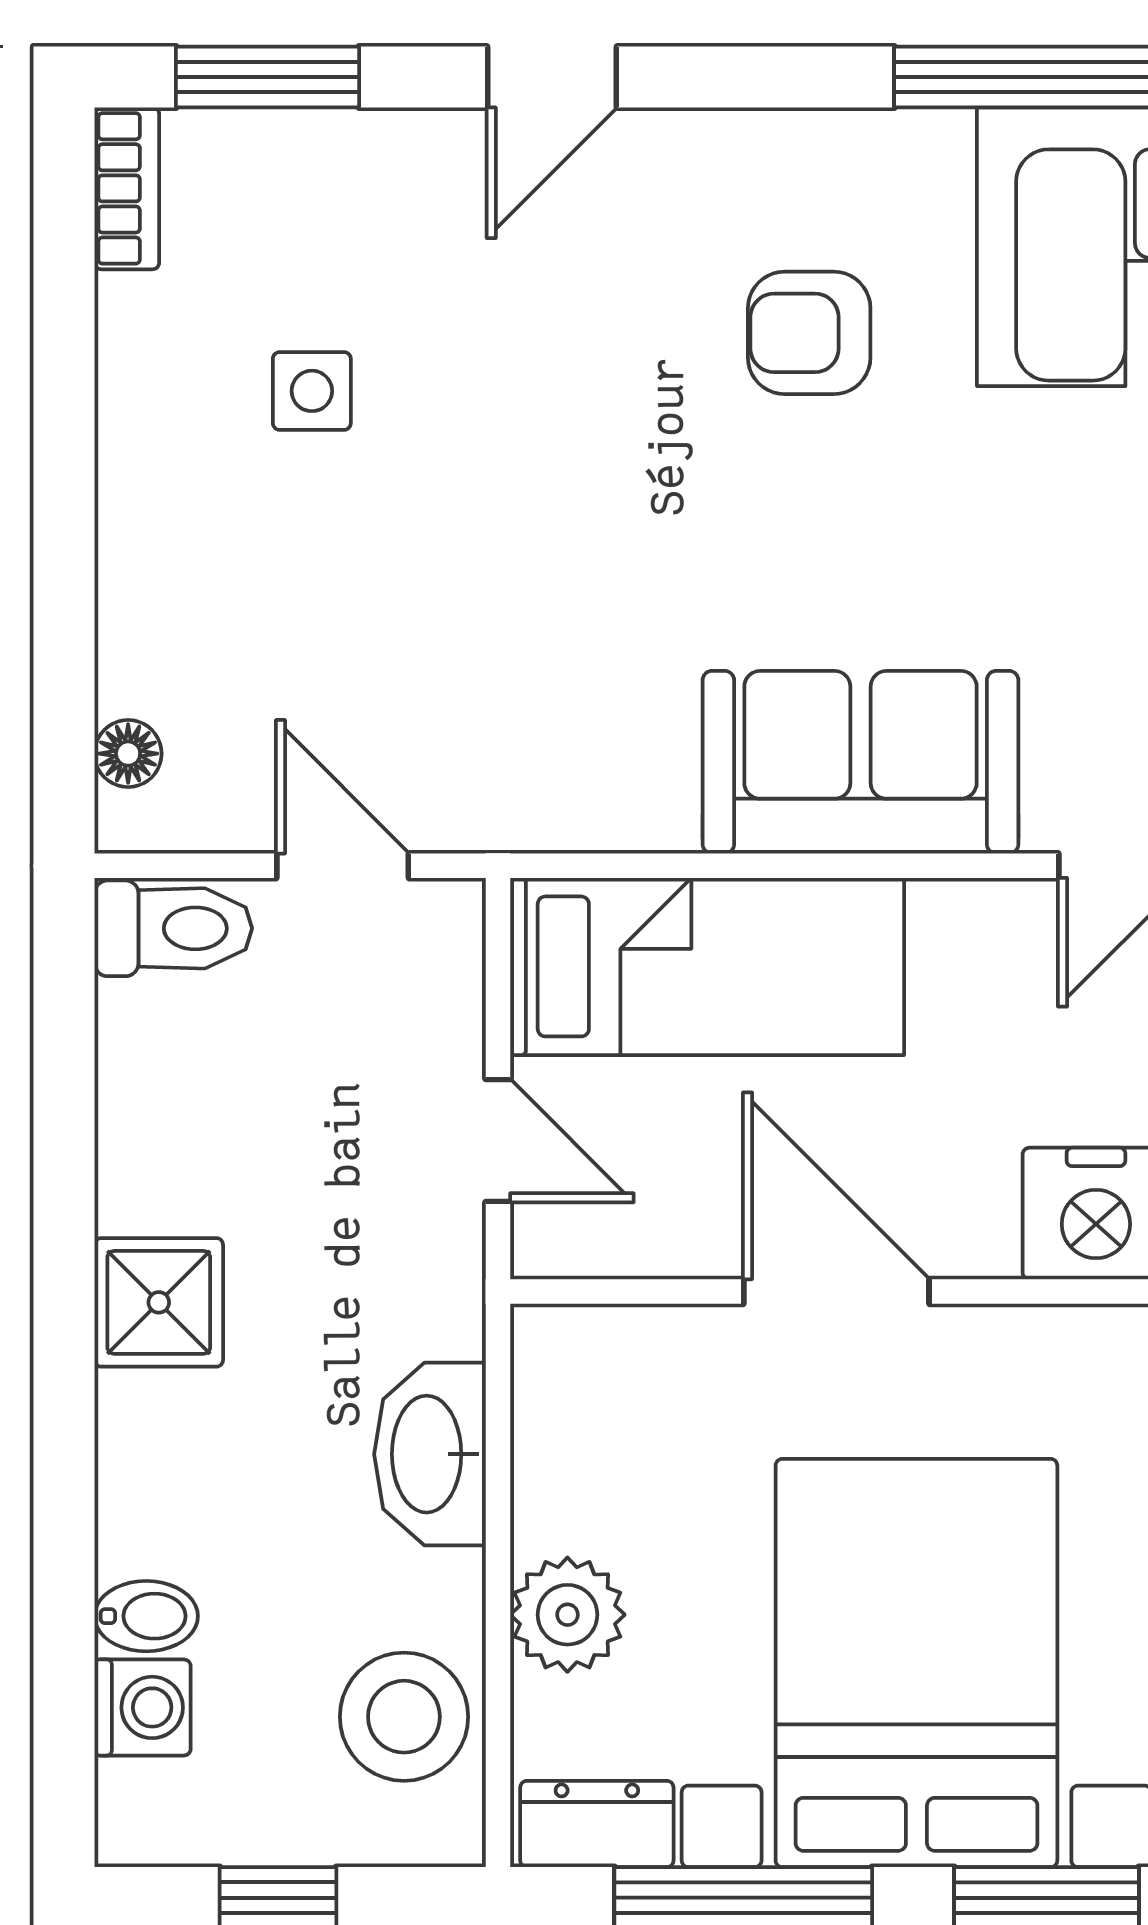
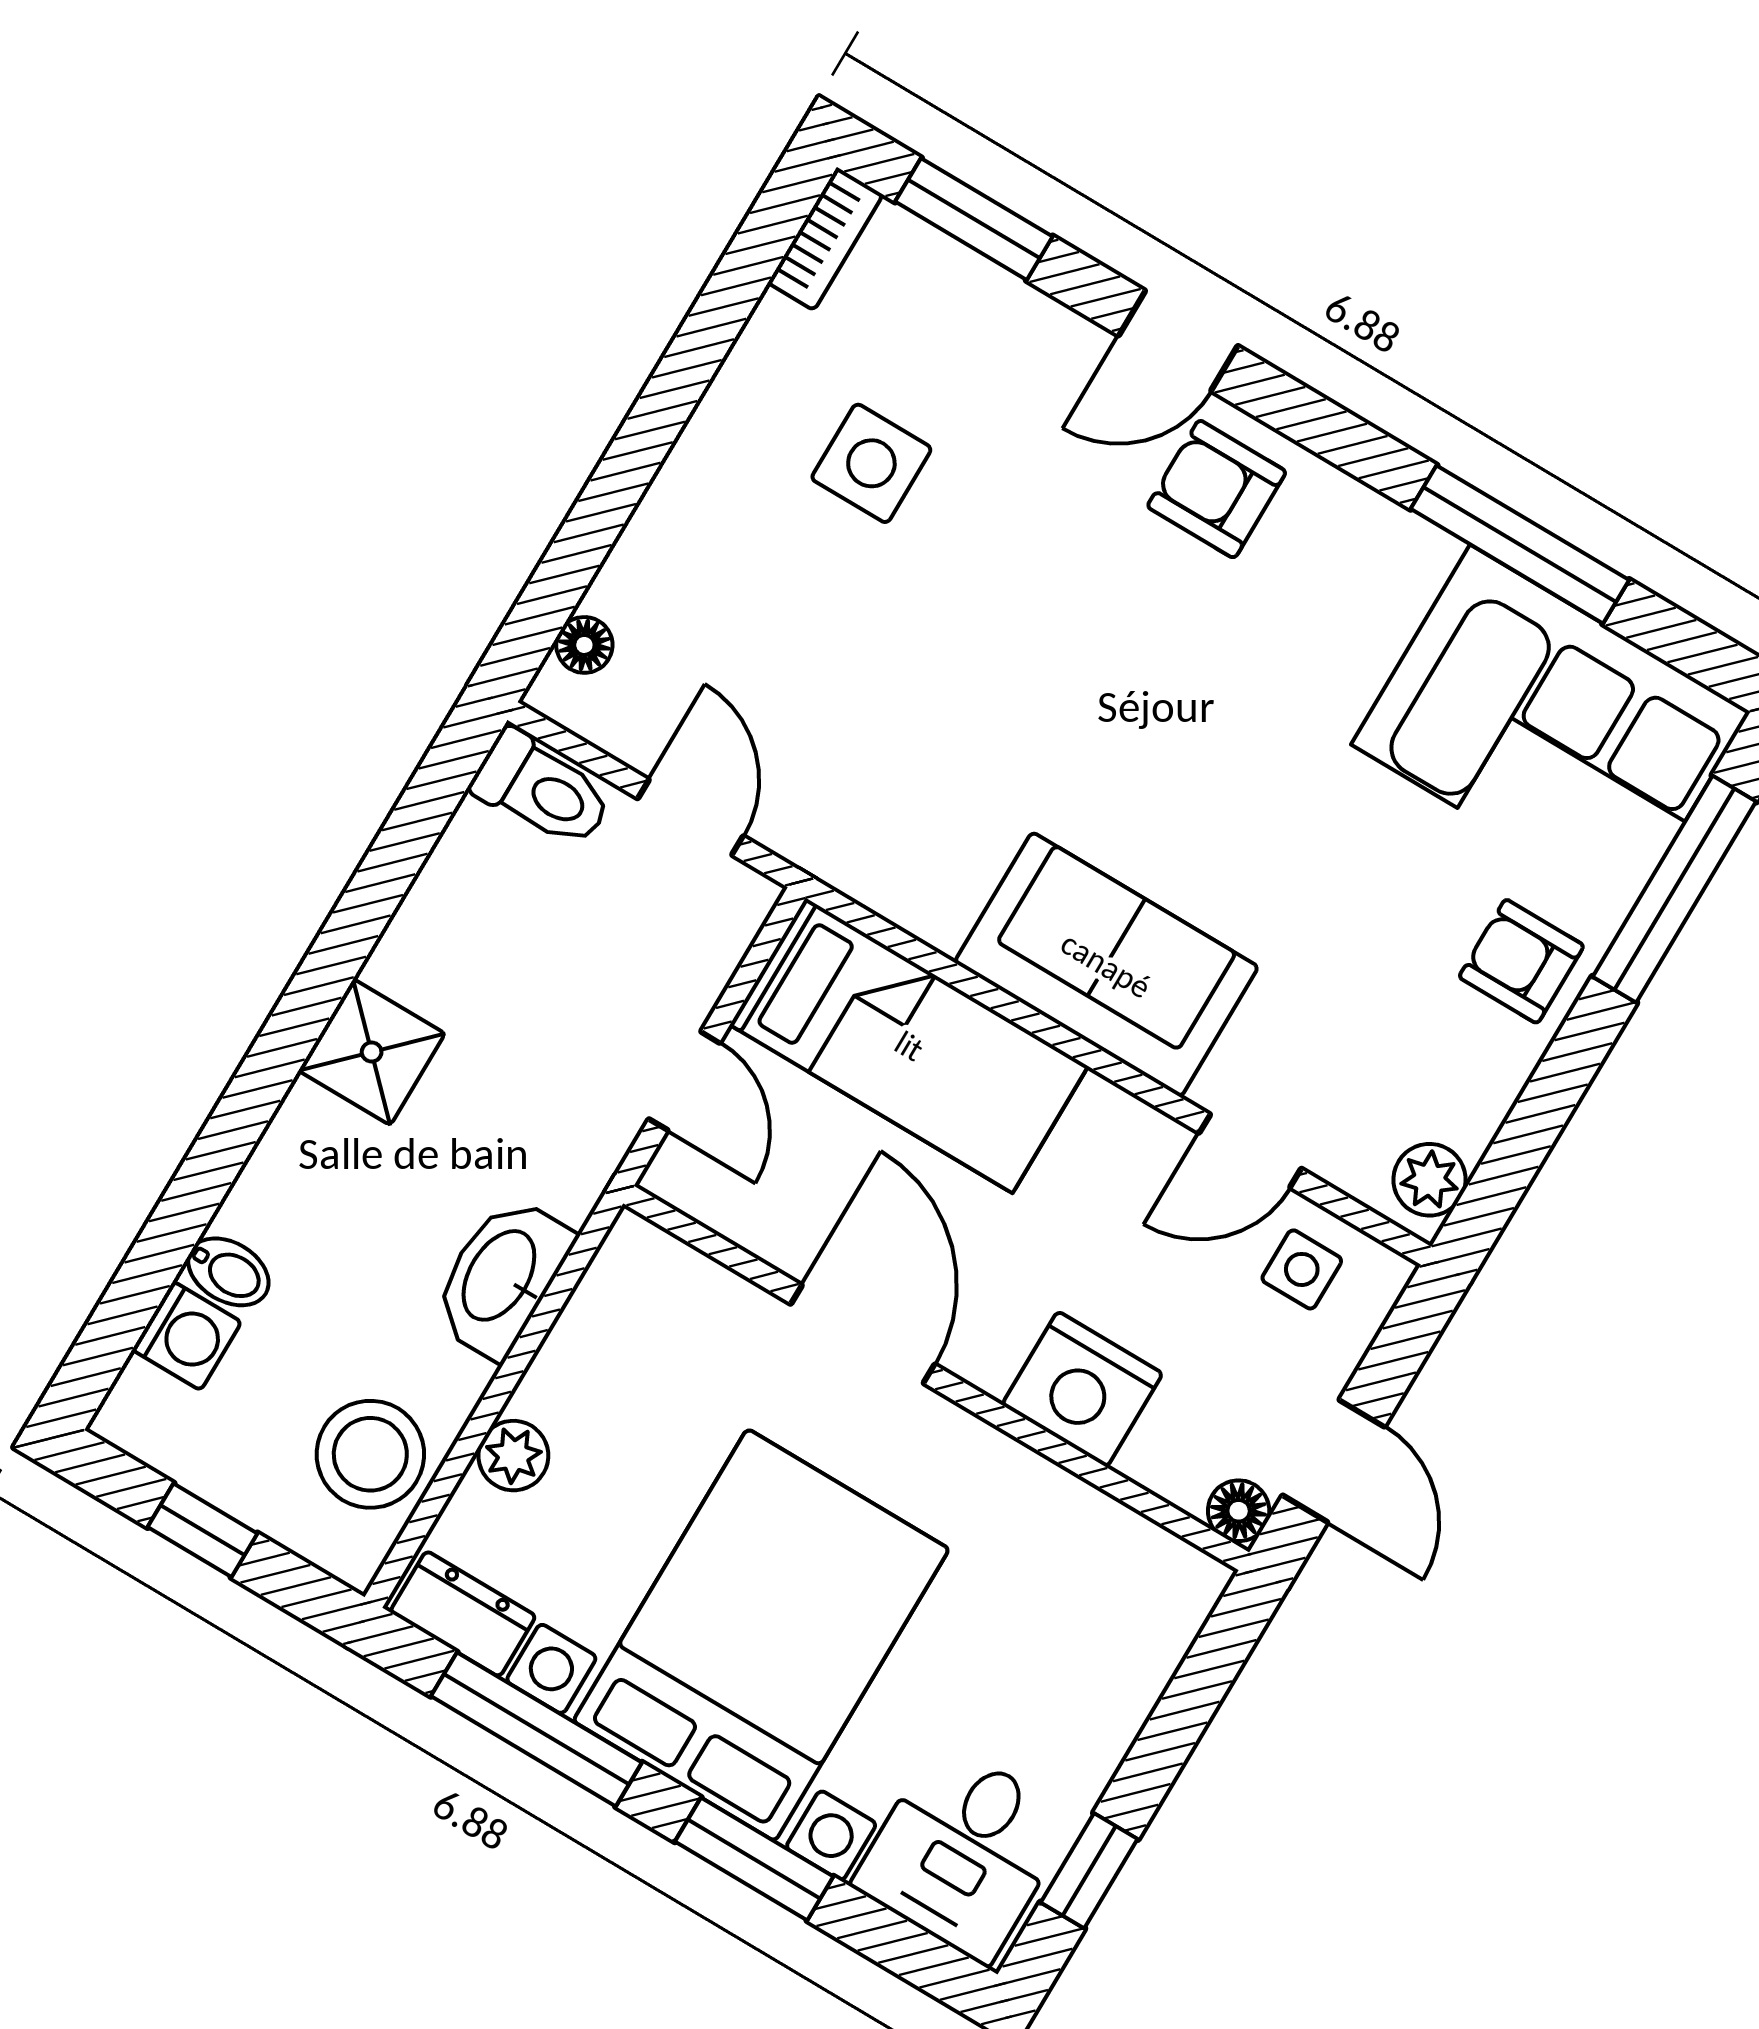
armchair: (809, 333) -> (1217, 489), moved
side table: (312, 391) -> (871, 463), width x1.37, depth x1.37
plant: (567, 1615) -> (513, 1456), width x0.73, depth x0.73

